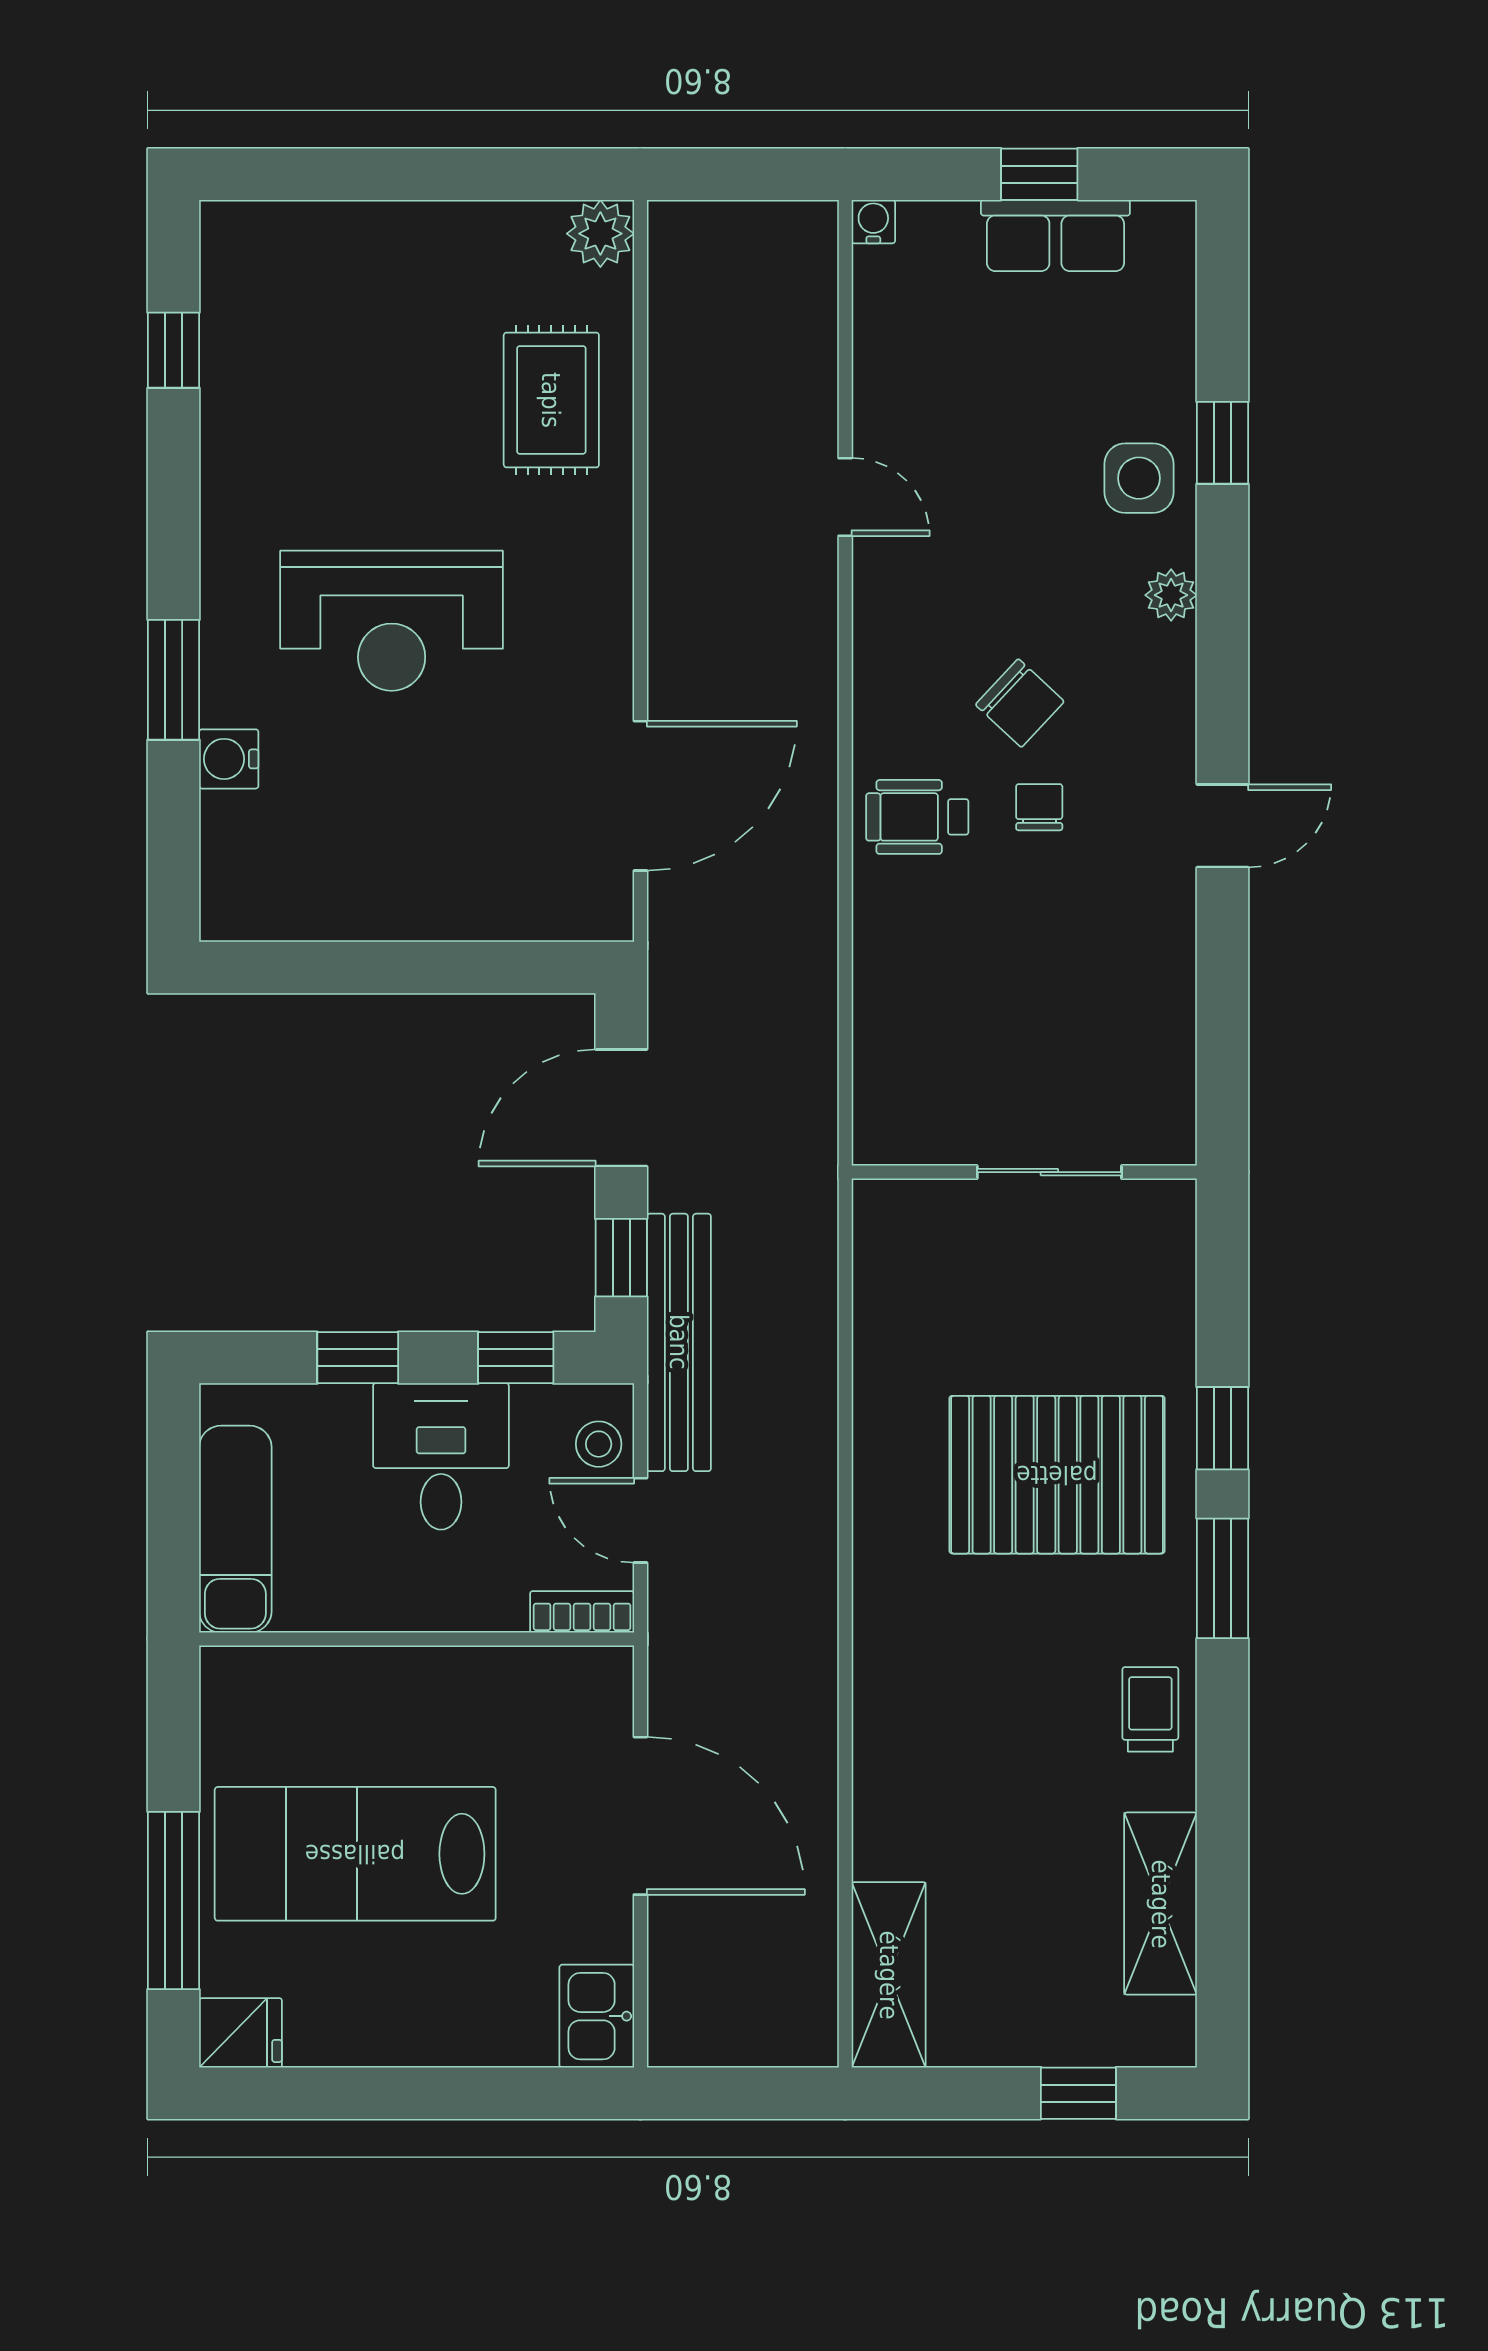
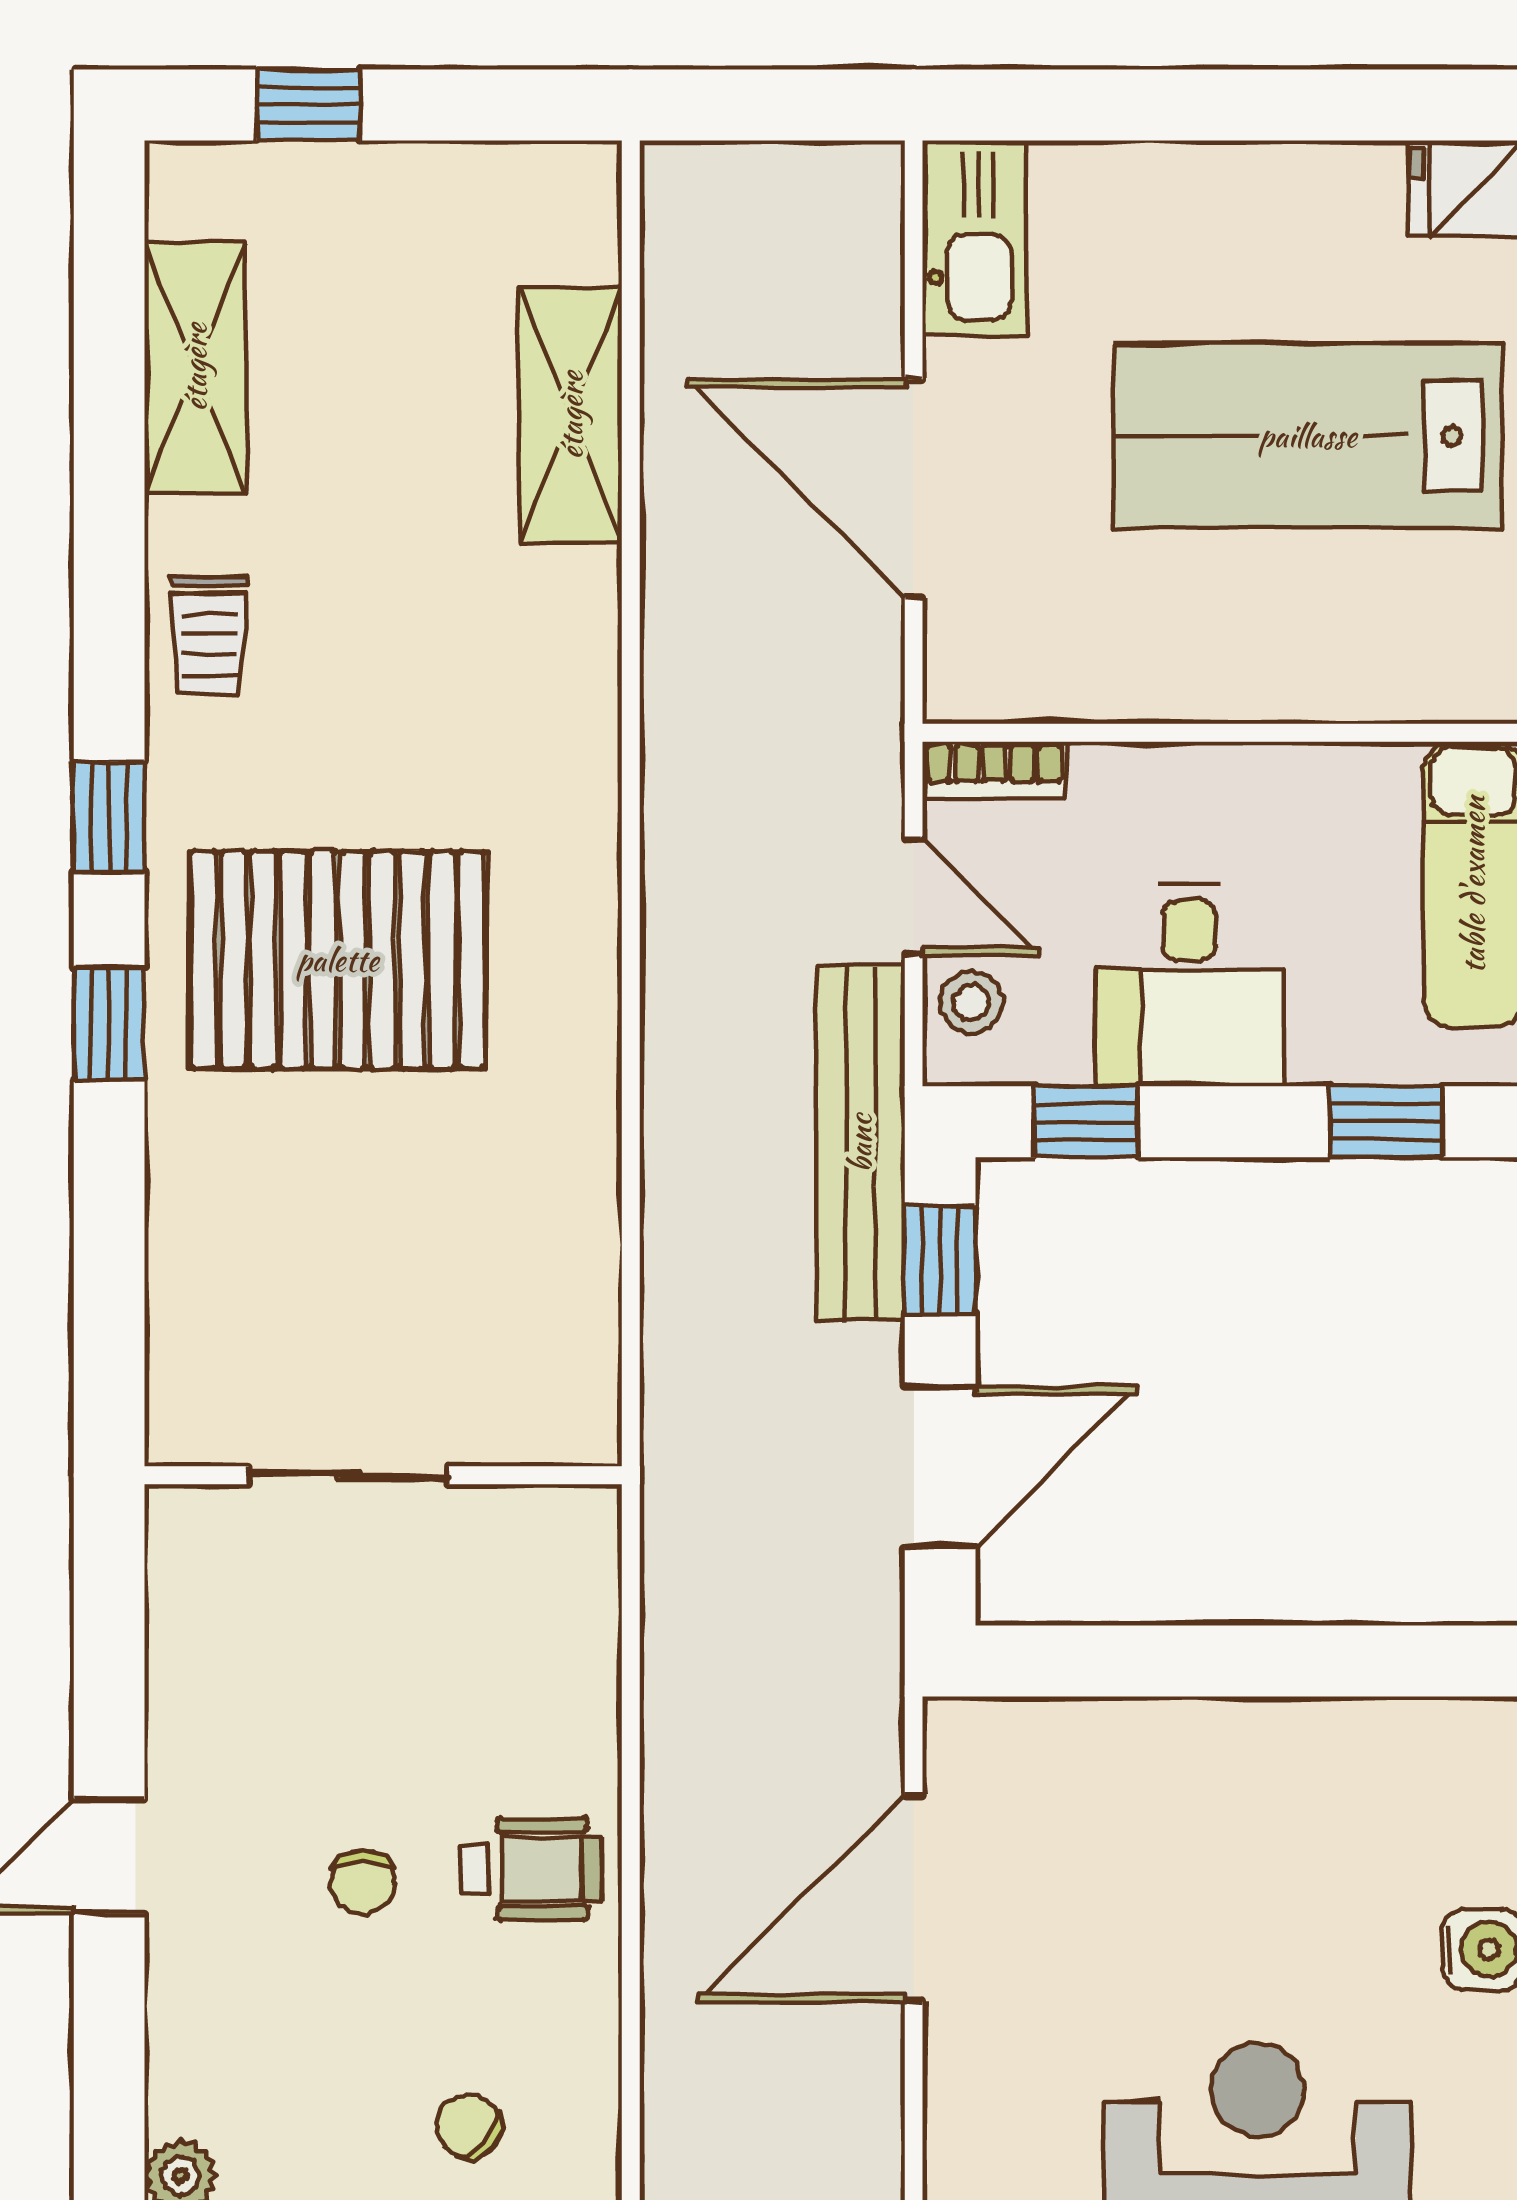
chair: (1020, 703) -> (469, 2126), moved, width x0.73, depth x0.73
wall: (1024, 1172) -> (383, 1475), moved
sliding door: (1049, 1172) -> (348, 1475), moved
window: (358, 1358) -> (1386, 1122), moved
window: (1223, 1578) -> (109, 817), width x0.67
lab bench: (355, 1854) -> (1308, 436), turned 180
shelving: (889, 1975) -> (571, 415), moved
kitchen sink: (597, 2016) -> (974, 238), width x1.38

